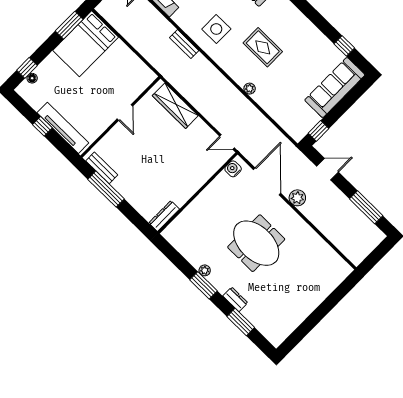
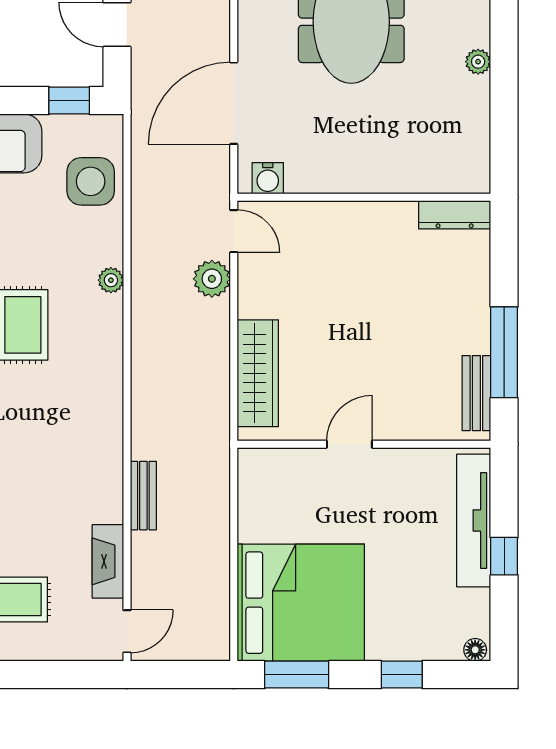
side table: (216, 29) -> (91, 181), moved
bed: (86, 44) -> (301, 603), width x1.36
bench: (184, 44) -> (143, 496), moved
window: (27, 68) -> (402, 675), moved
floor lamp: (32, 78) -> (475, 650), moved
plant: (297, 198) -> (212, 279), moved
window: (204, 285) -> (504, 40), removed

